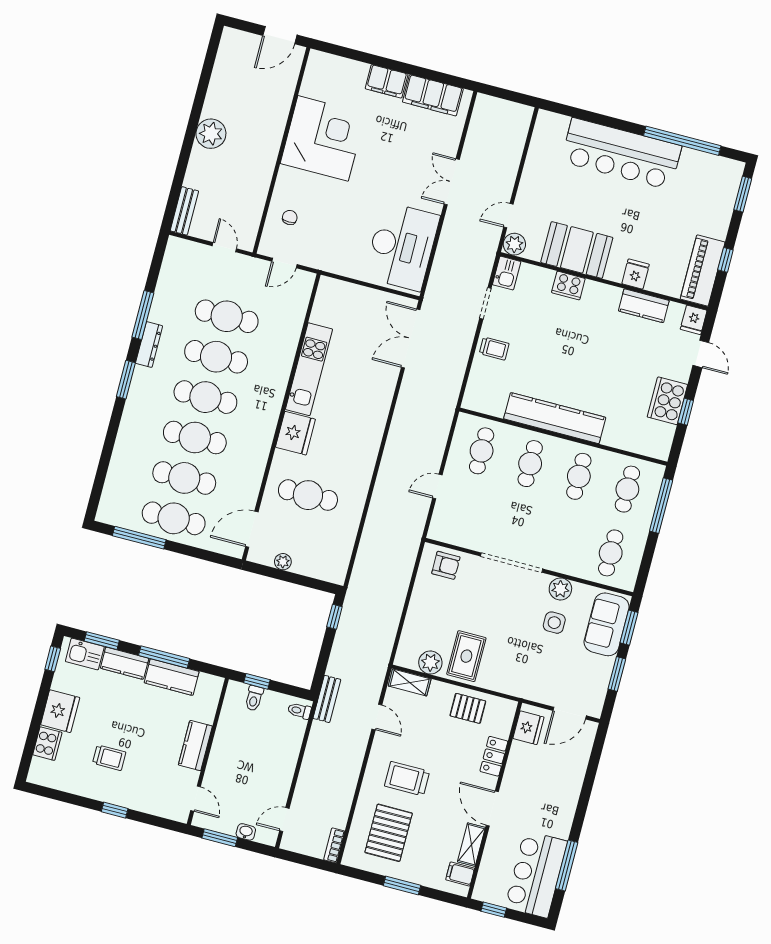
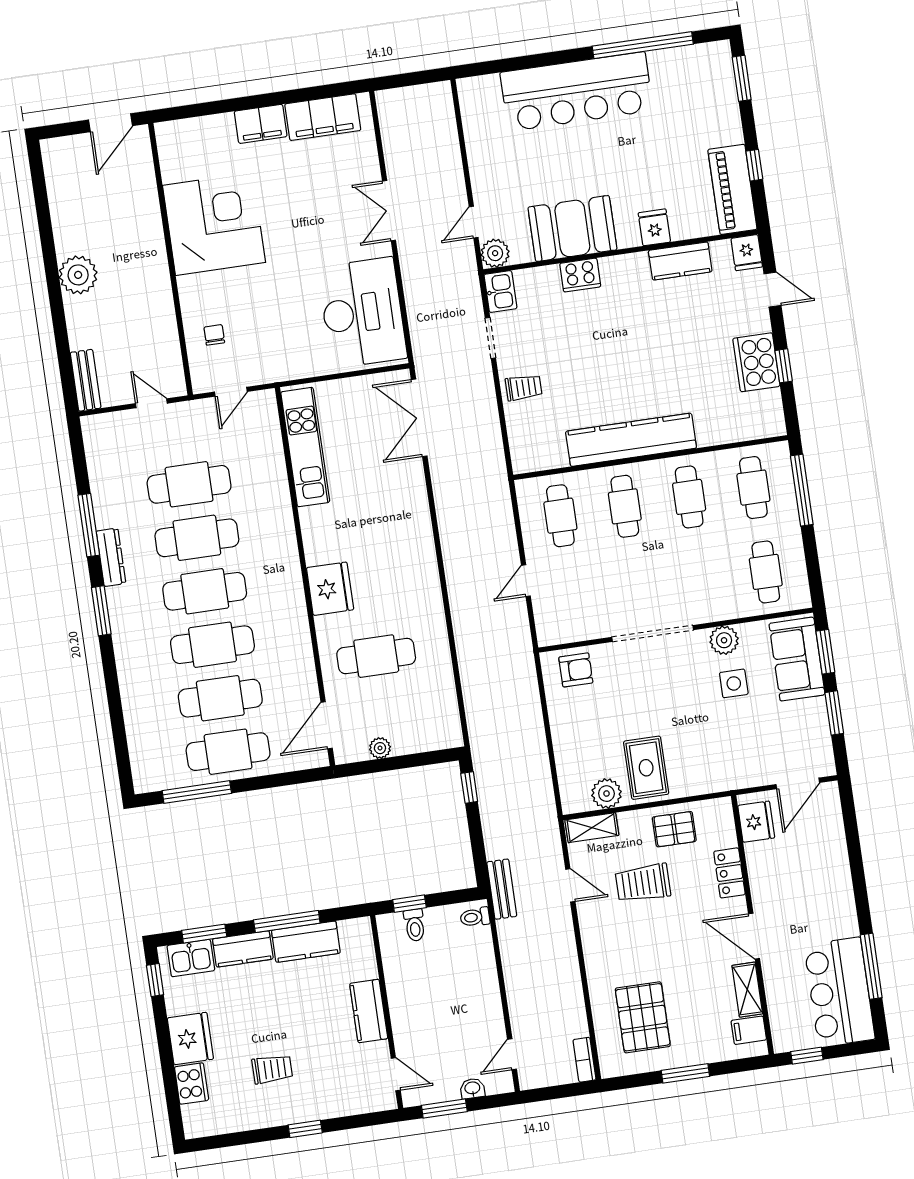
kitchen unit: (309, 369) -> (305, 447), moved
trolley: (407, 779) -> (643, 883), moved

